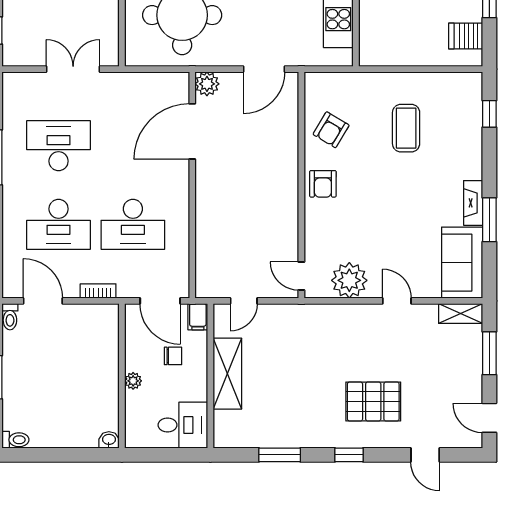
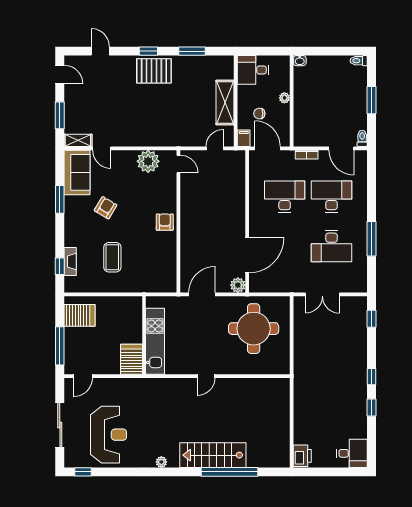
server rack: (466, 36) -> (79, 315), width x1.36, depth x1.44
armchair: (331, 130) -> (106, 208), moved
fireplace: (473, 203) -> (70, 262), moved
door: (397, 301) -> (102, 148), moved
pallet: (373, 401) -> (154, 71), moved

